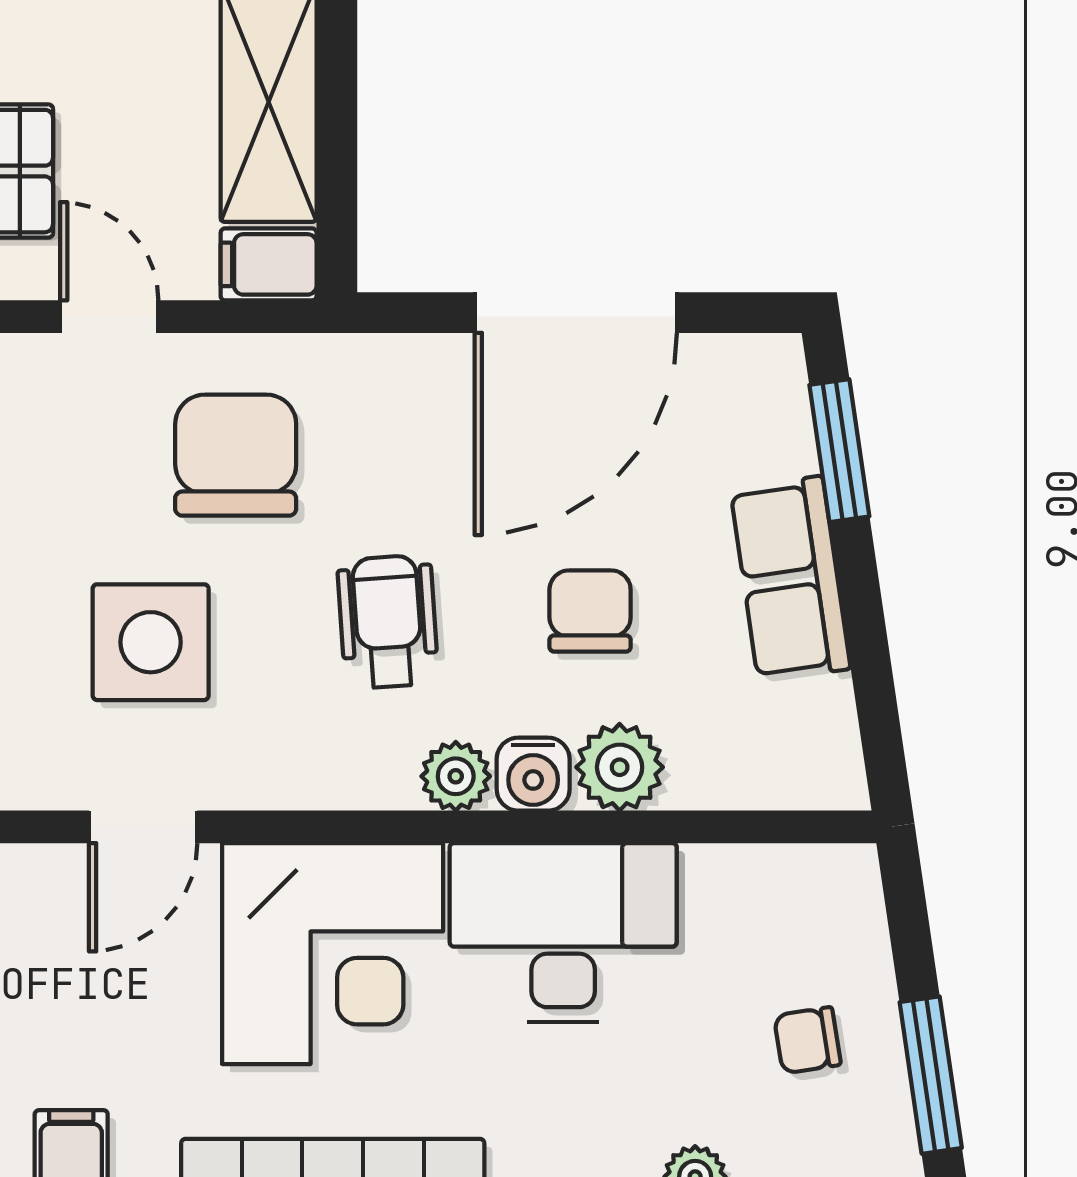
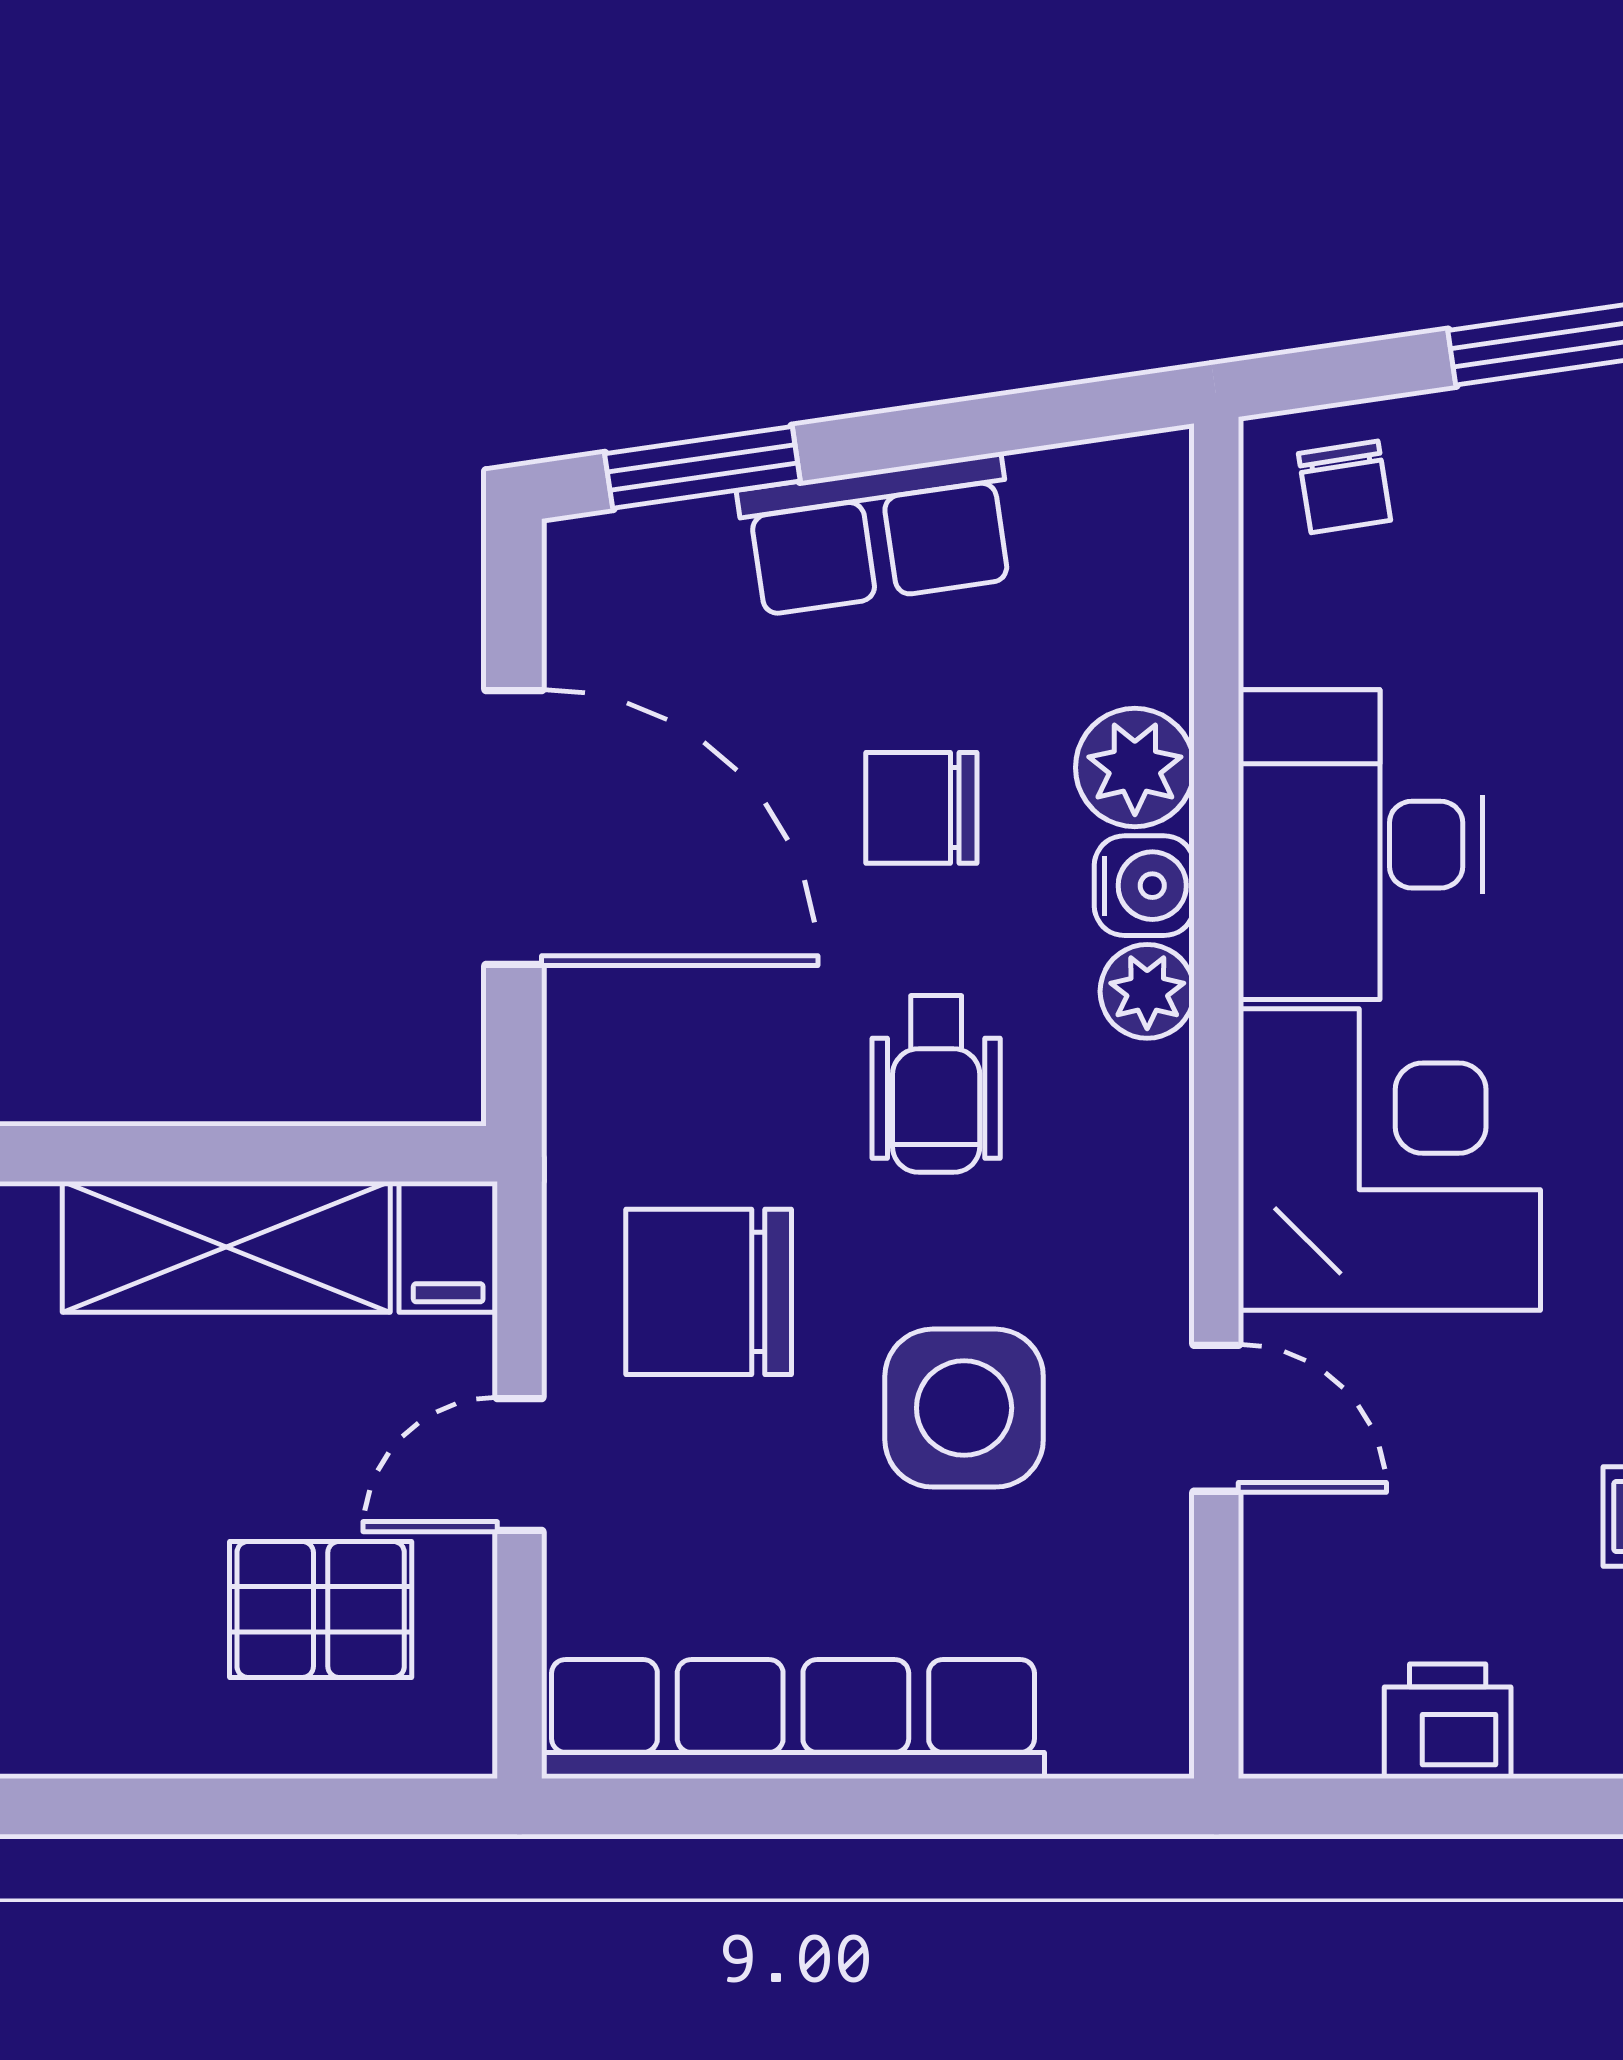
wheelchair: (388, 622) -> (936, 1084), turned -86
chair: (807, 1040) -> (1344, 487), moved

